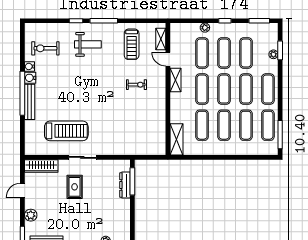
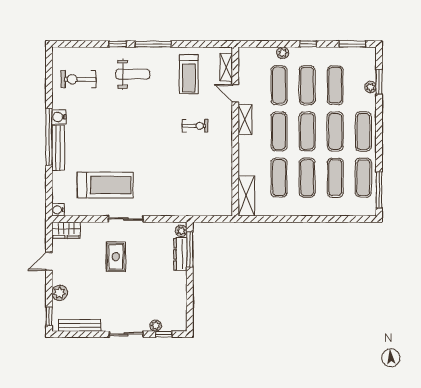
water cooler: (30, 66) -> (58, 210), moved
wardrobe: (41, 166) -> (66, 230), width x0.67
plant: (126, 167) -> (181, 231), added

